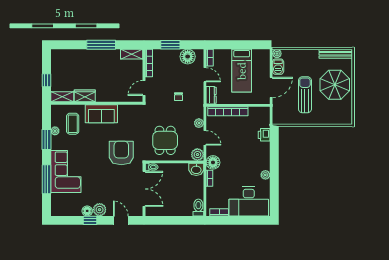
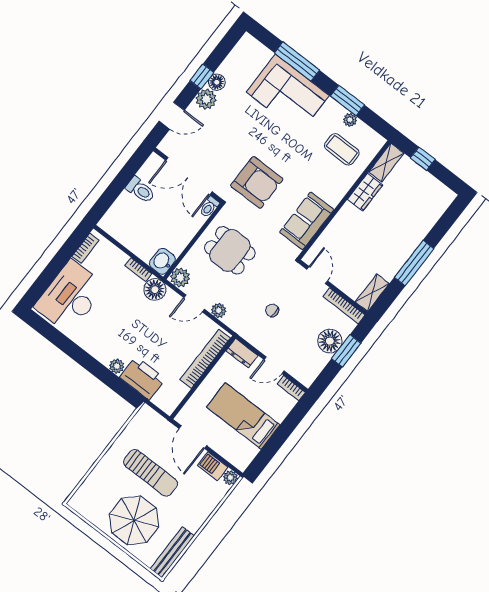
floor lamp: (188, 57) -> (330, 341), moved
sofa: (101, 114) -> (307, 221), moved
printer: (264, 135) -> (142, 378), width x1.87, depth x1.48
plant: (265, 175) -> (117, 366), moved
toilet: (198, 207) -> (140, 190), moved

